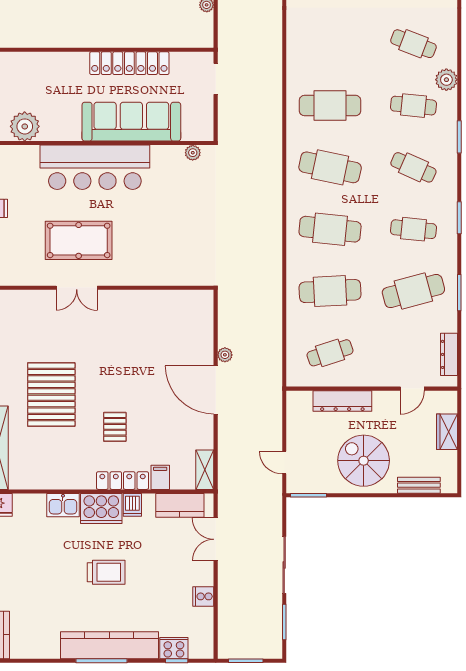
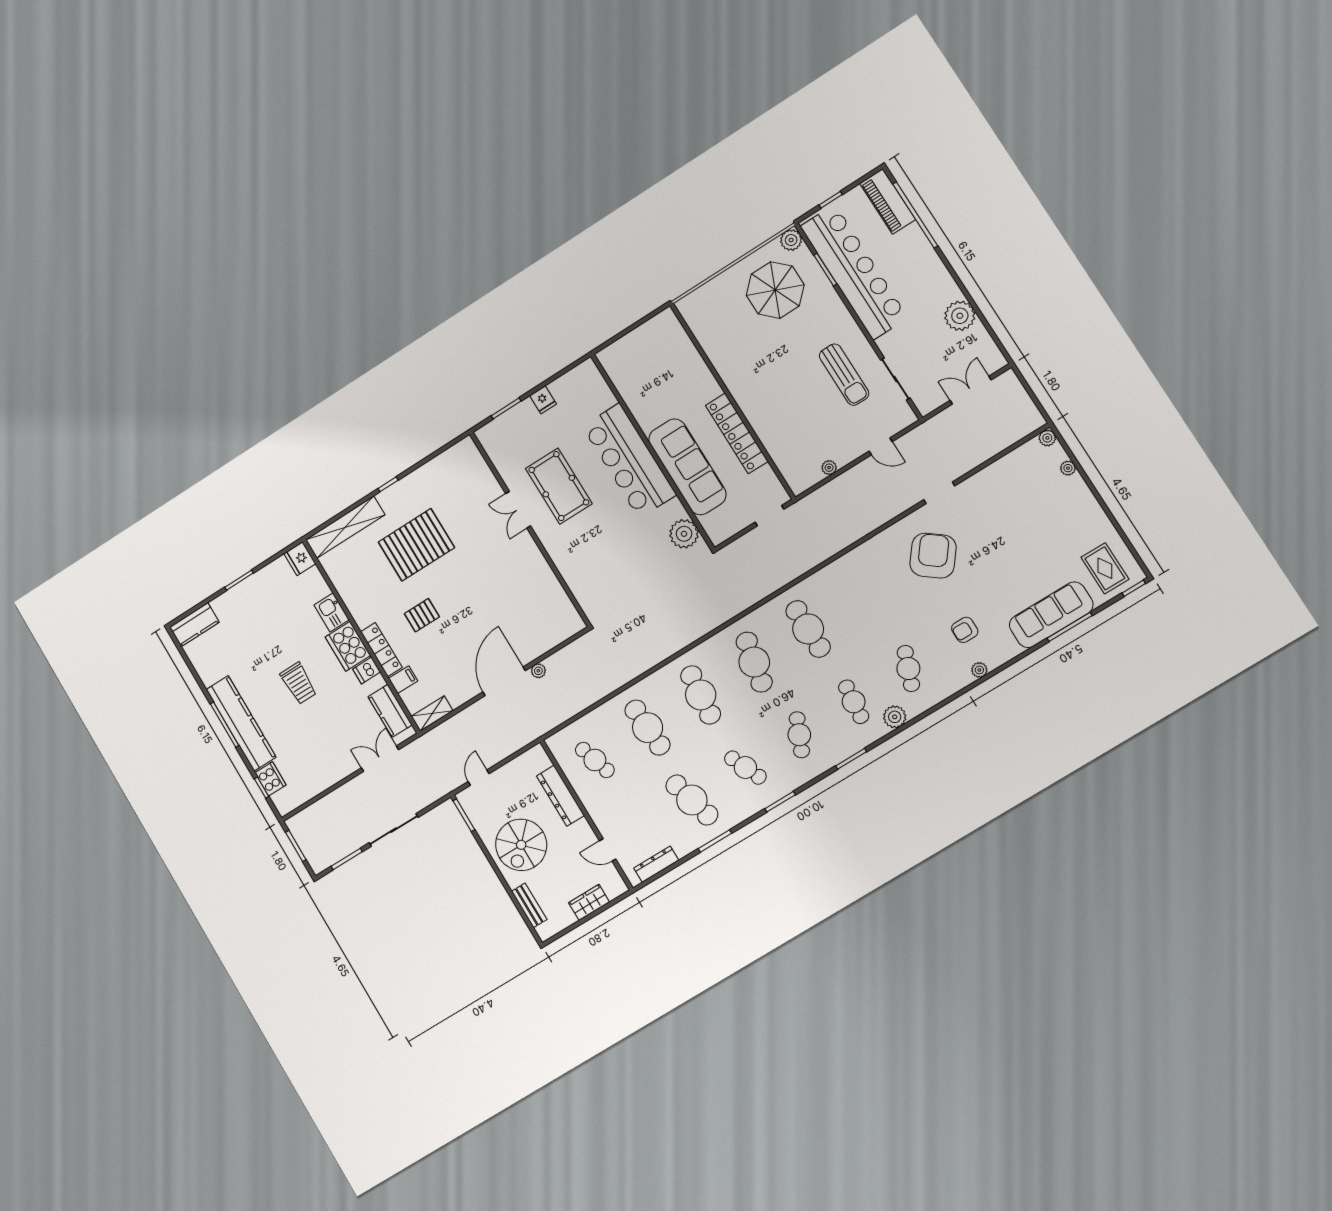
plant: (25, 126) -> (627, 379), removed
plant: (193, 153) -> (684, 534), width x1.87, depth x1.87
cafe table: (413, 229) -> (745, 768), turned -30
spiral stairs: (364, 461) -> (521, 845), turned 180
cooker: (203, 596) -> (327, 777), removed

